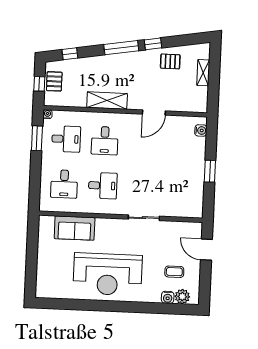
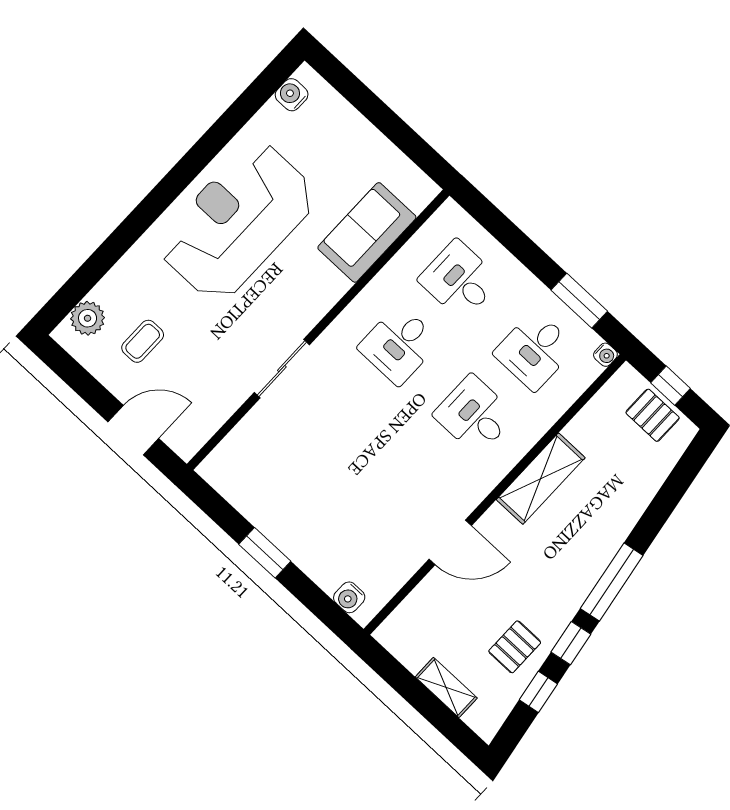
window: (70, 54) -> (538, 692), moved
door: (154, 112) -> (450, 542), swing flipped
water cooler: (168, 297) -> (292, 95), moved

